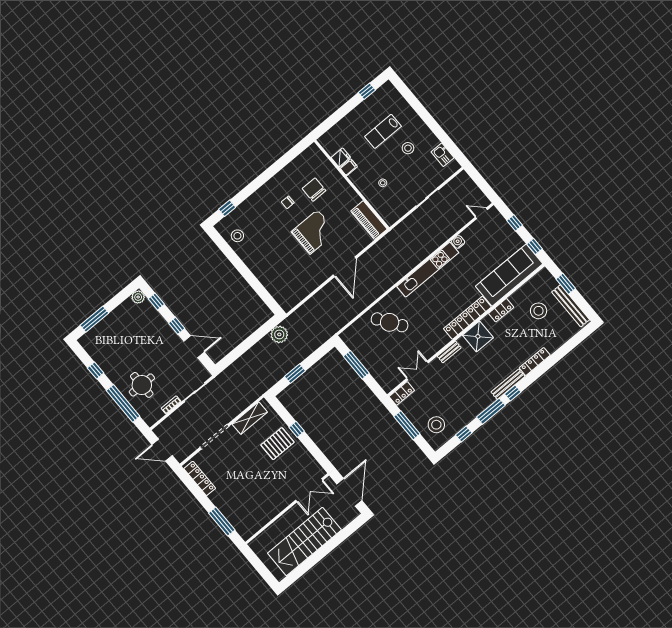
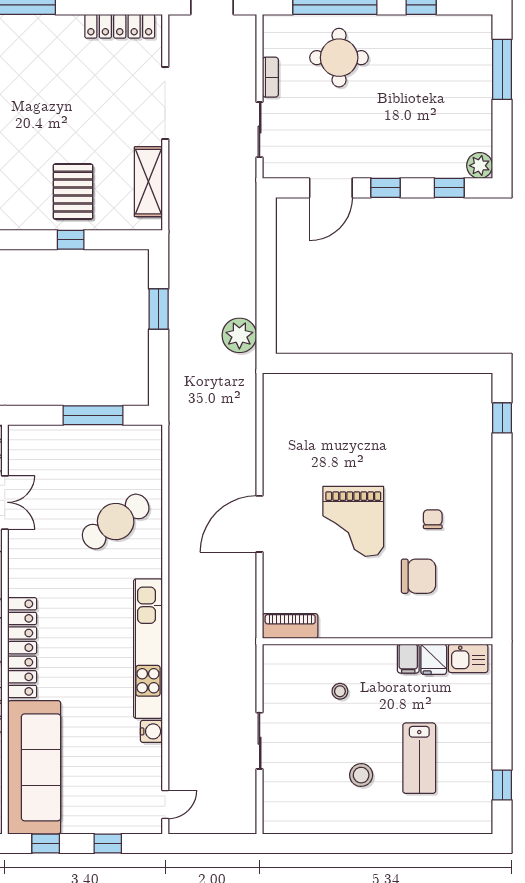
lab bench: (383, 131) -> (419, 758), turned 180
kitchen sink: (442, 155) -> (468, 658), moved, turned 180
piano: (369, 220) -> (290, 626), width x0.73, depth x0.75
stool: (237, 236) -> (446, 398), removed
door: (345, 267) -> (260, 524), hinge flipped

